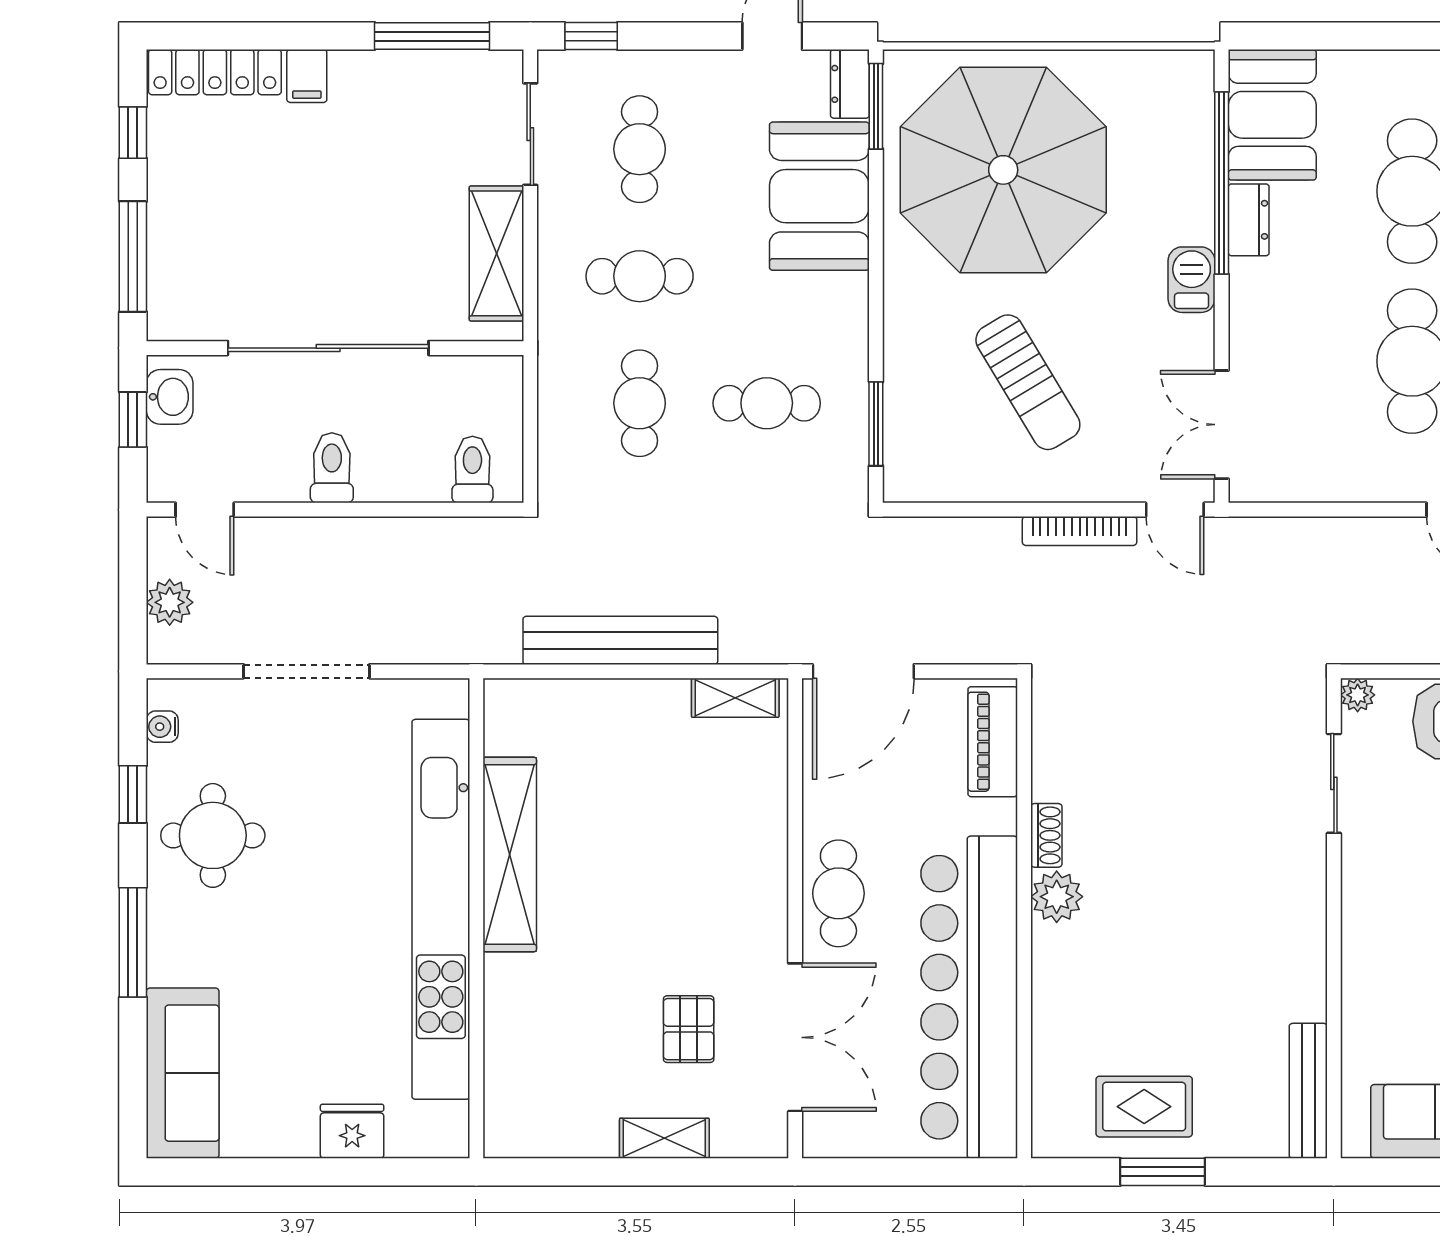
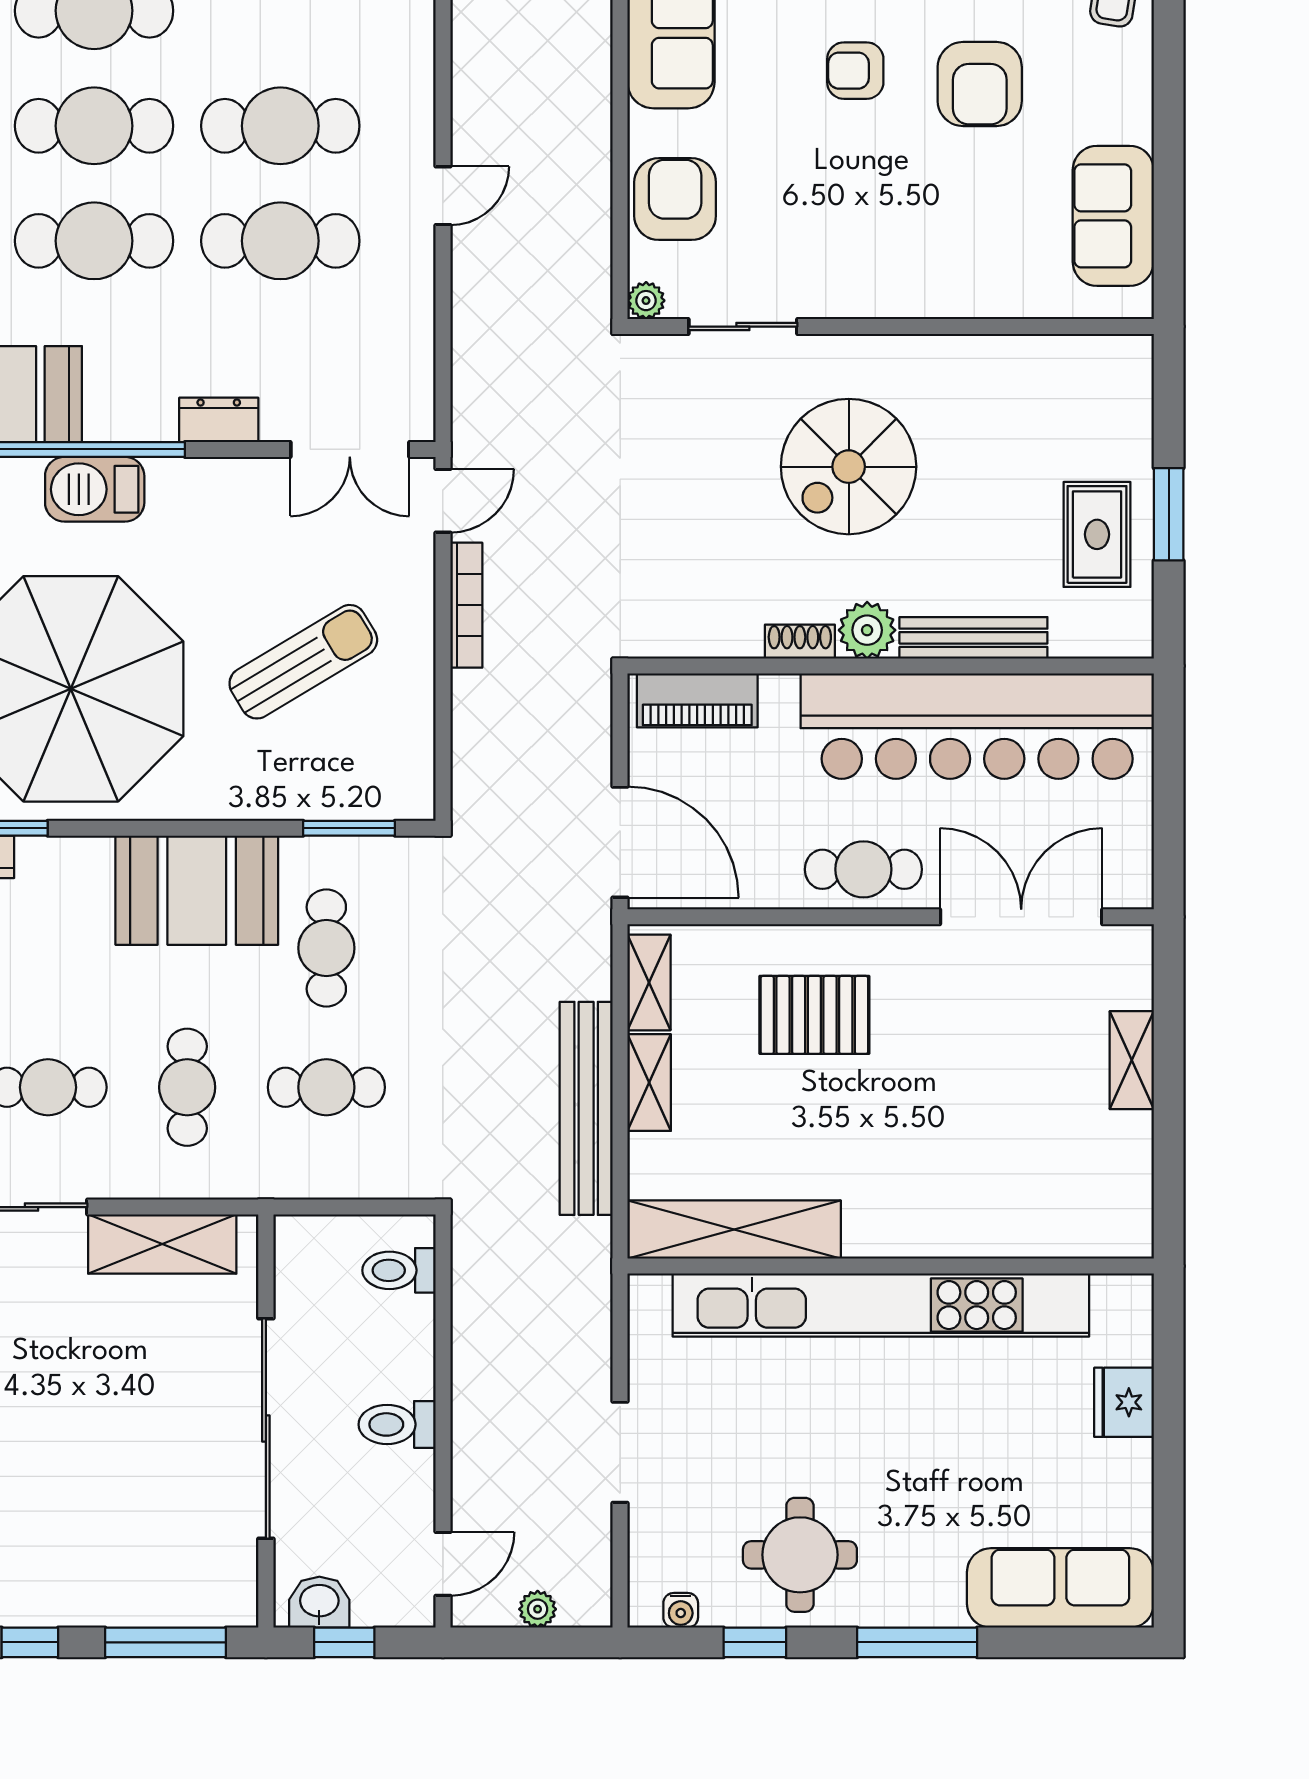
booth: (819, 196) -> (197, 890), moved
dresser: (1249, 220) -> (219, 420), moved
barbecue: (1192, 280) -> (95, 489), moved, width x1.38, depth x1.27
plant: (170, 602) -> (538, 1609), width x0.73, depth x0.73
doorway: (307, 671) -> (620, 1452), width x0.73
shelving: (644, 698) -> (649, 1083), added
shelving: (510, 854) -> (734, 1230), moved
spiral stairs: (1206, 880) -> (849, 467), added
pallet: (689, 1029) -> (814, 1015), moved, width x1.50, depth x1.42
bench: (1308, 1091) -> (973, 638), moved

